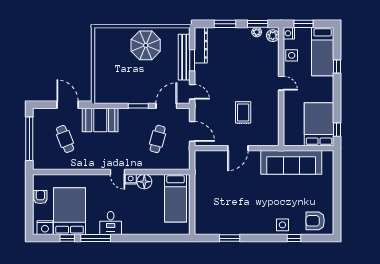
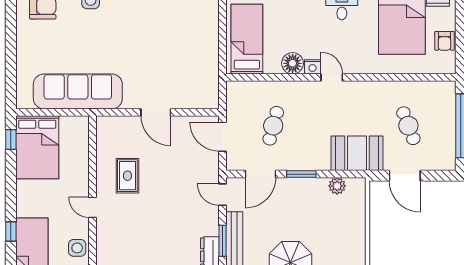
plant: (114, 98) -> (337, 186), added
rug: (243, 112) -> (127, 176), moved
door: (238, 148) -> (156, 112), swing flipped

